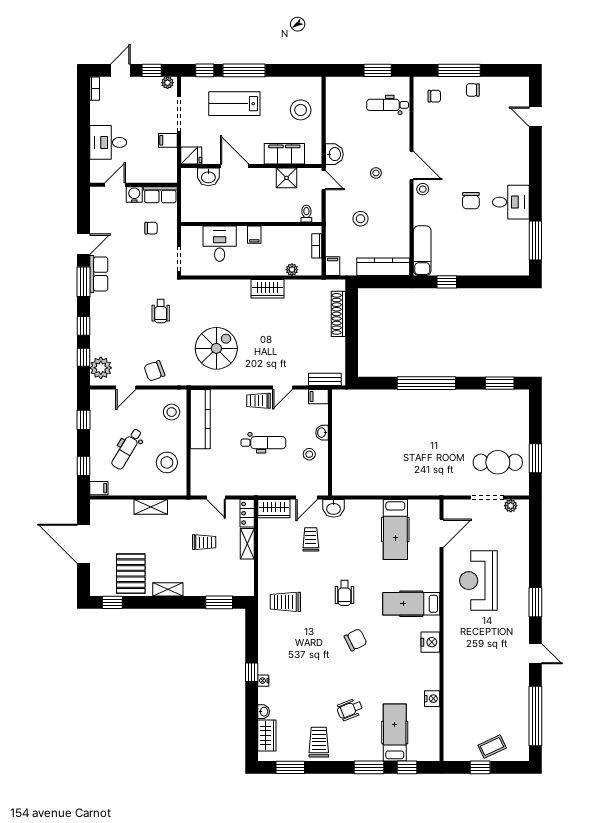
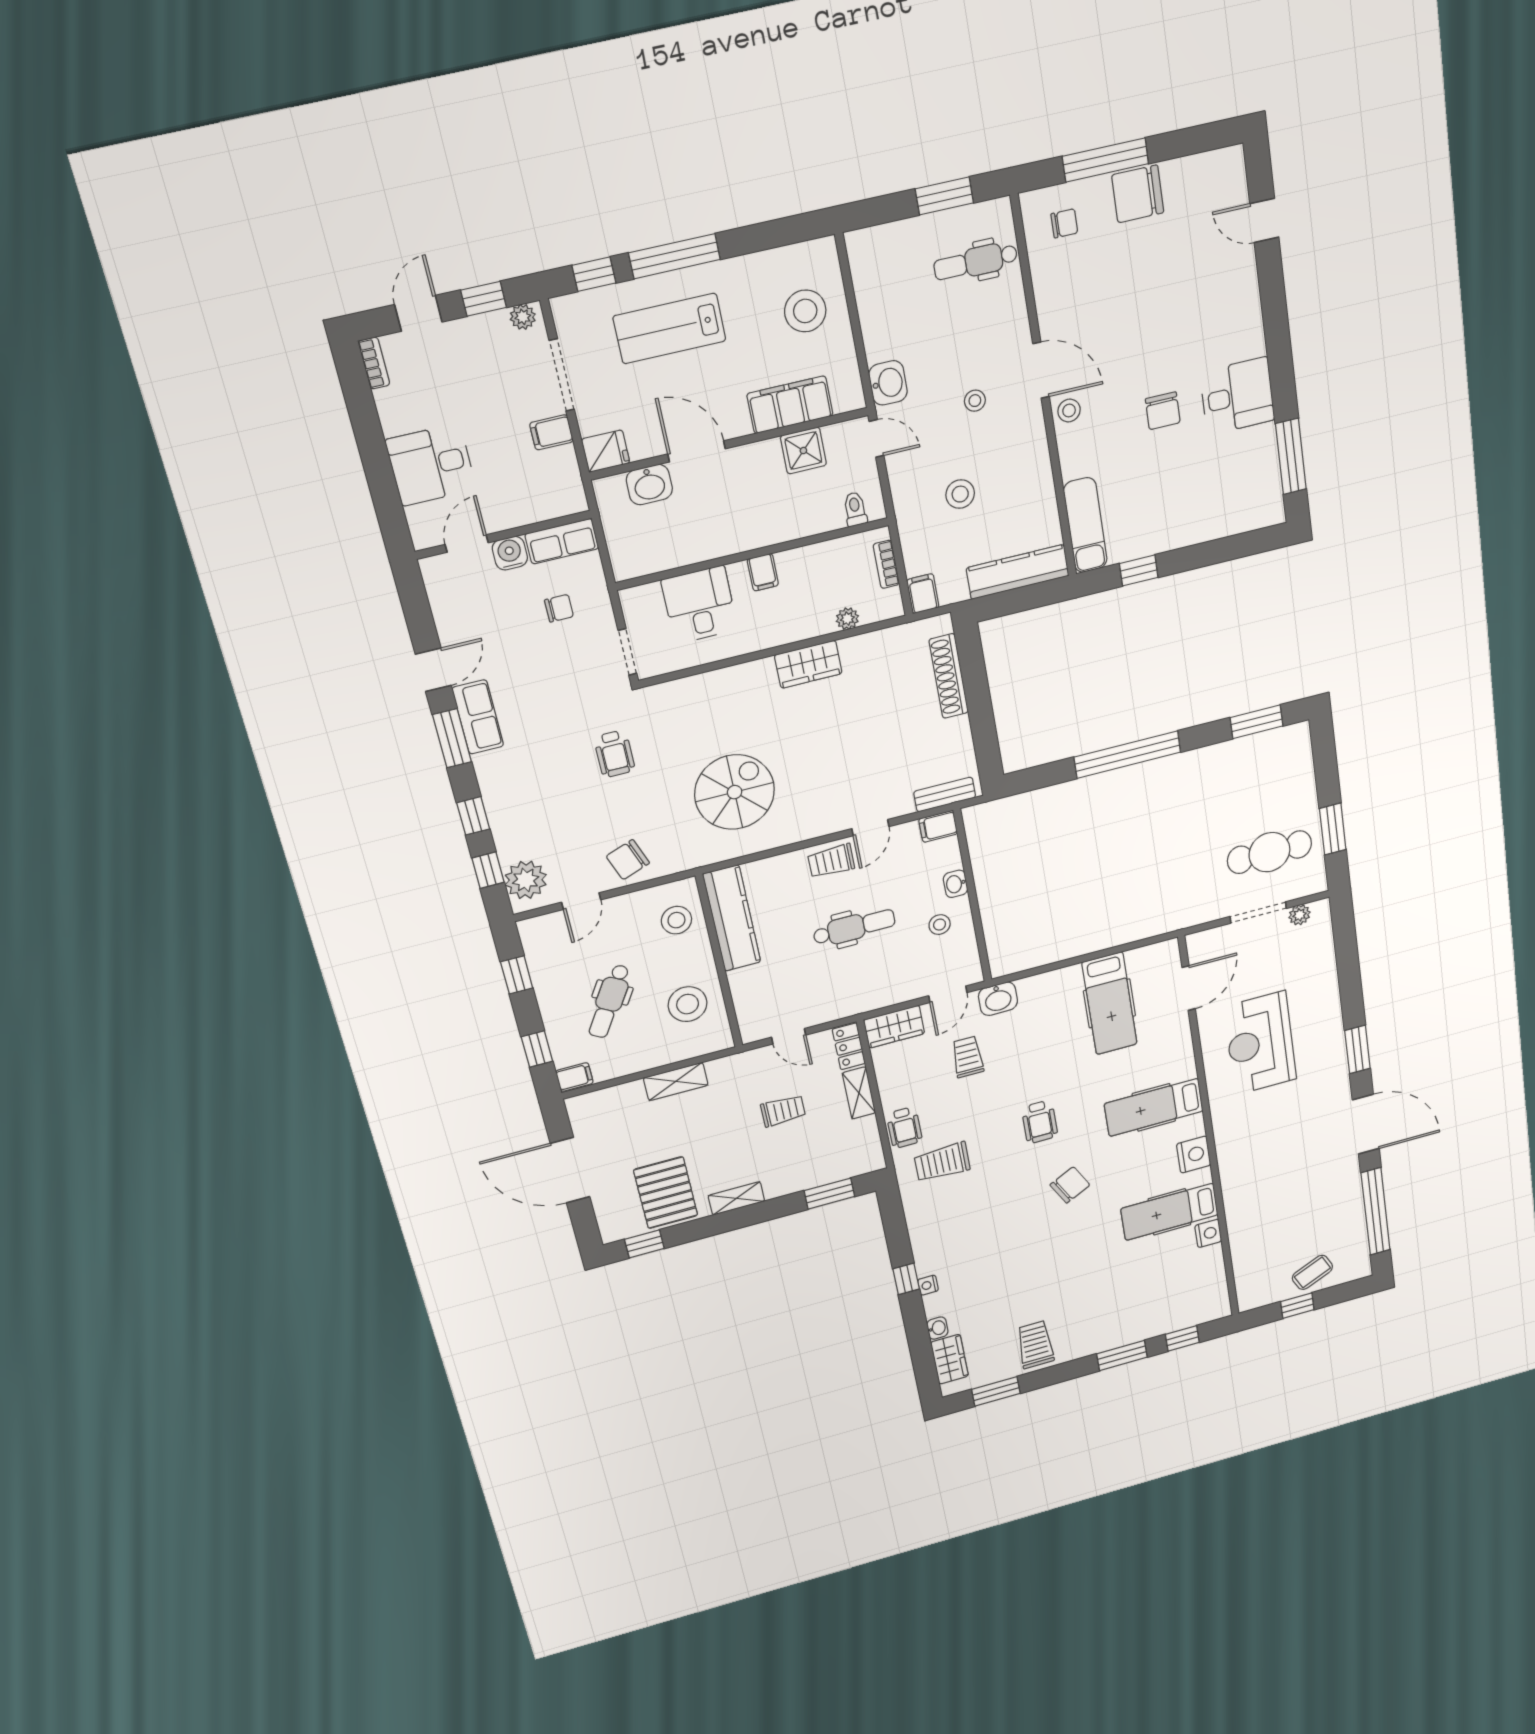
chair: (473, 90) -> (1138, 194), width x1.87, depth x1.87
door: (535, 654) -> (1366, 1124), width x1.87
wheelchair: (350, 709) -> (904, 1127), moved, turned -68
hospital bed: (395, 733) -> (1169, 1212), moved, turned -90

